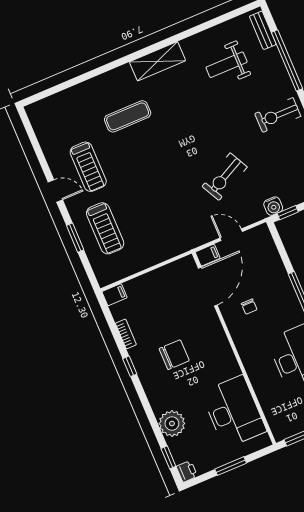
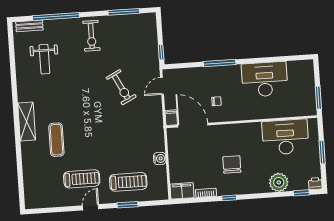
shelving: (158, 61) -> (27, 122), moved
water cooler: (273, 206) -> (160, 158), moved
door: (231, 235) -> (162, 86), moved
filing cabinet: (115, 295) -> (182, 191), width x2.00

